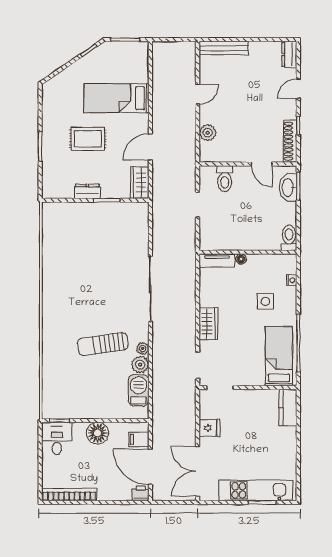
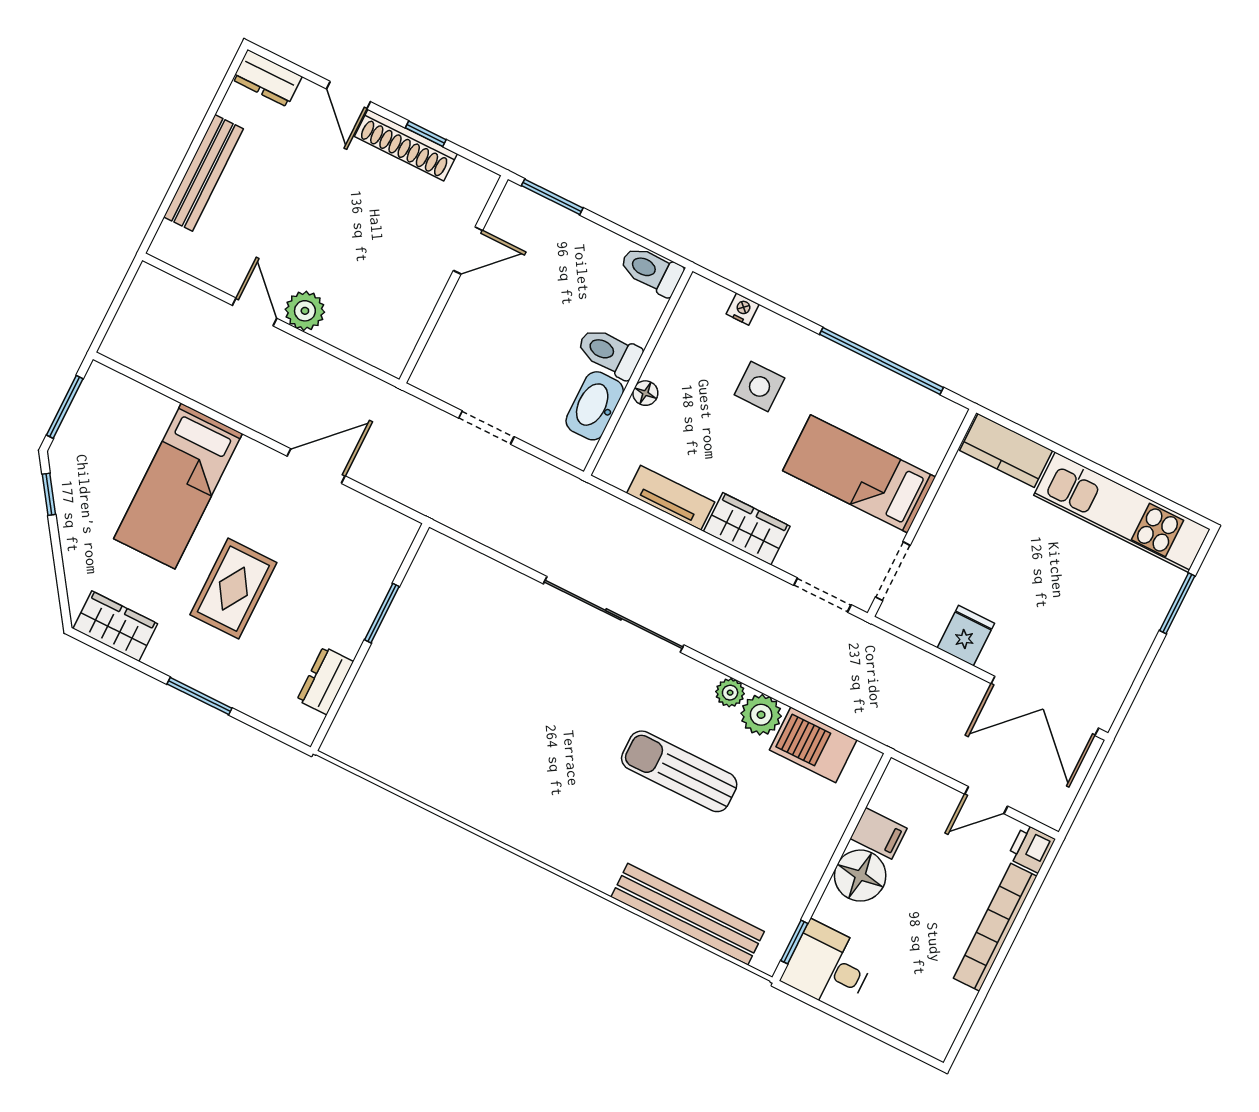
bench: (224, 48) -> (204, 173), moved
plant: (208, 133) -> (305, 311), moved
shoe rack: (290, 141) -> (406, 145), moved
door: (150, 147) -> (316, 466), swing flipped
toilet: (225, 179) -> (609, 353), moved, turned 180
wardrobe: (140, 183) -> (115, 626), moved, turned 180
washbasin: (288, 188) -> (595, 406), moved, turned 90
dresser: (87, 191) -> (325, 681), moved
tv unit: (217, 260) -> (671, 498), moved, turned -90
sun lounger: (103, 344) -> (679, 771), turned 98
bed: (279, 356) -> (859, 474), moved
bench: (50, 375) -> (688, 914), added
filing cabinet: (139, 439) -> (879, 833), moved, turned -90
door: (150, 467) -> (986, 800), width x0.53
kitchen unit: (256, 490) -> (1122, 512), moved, turned -90
bookcase: (69, 495) -> (995, 927), moved

